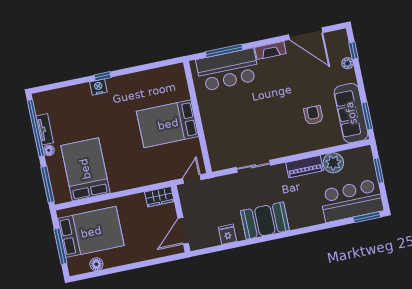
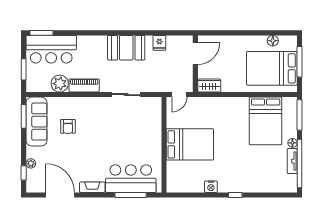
nightstand: (98, 87) -> (211, 187), moved

